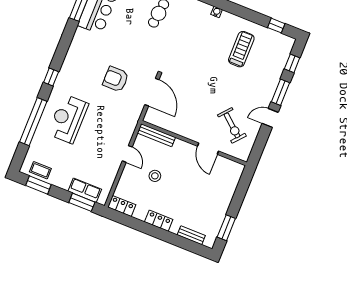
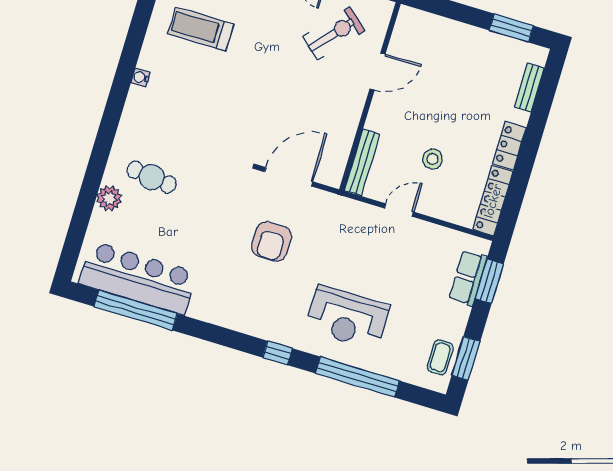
locker: (122, 206) -> (493, 201), width x1.53

